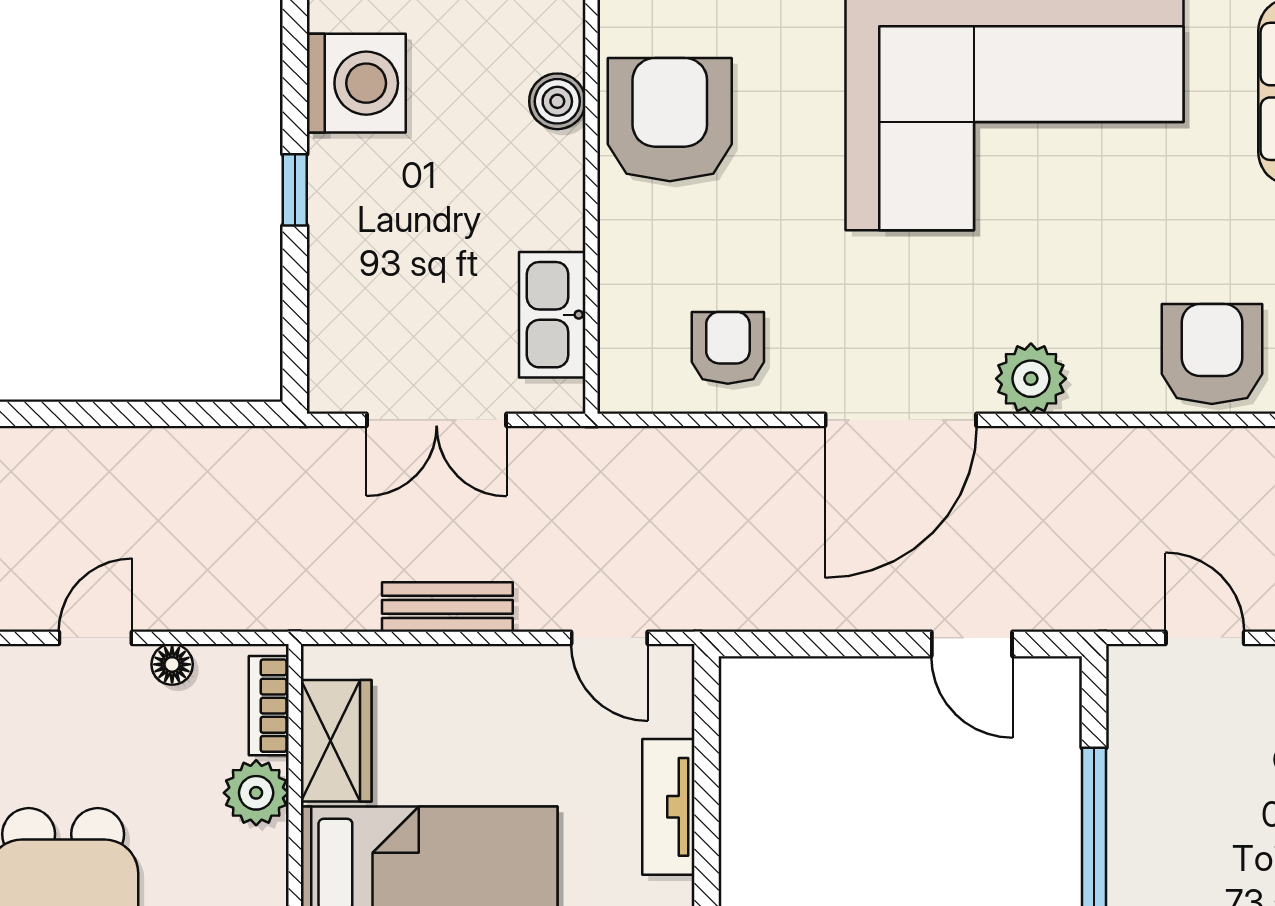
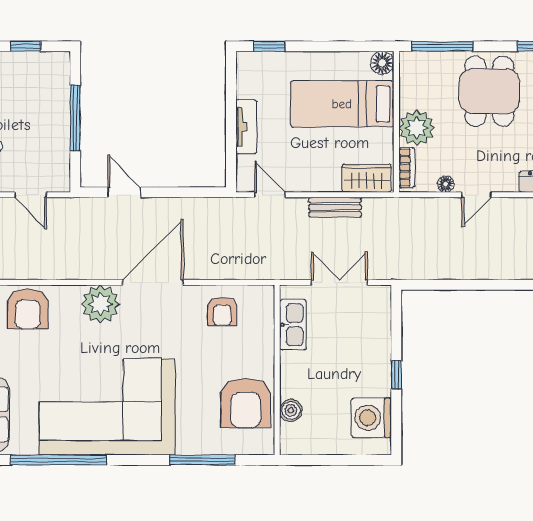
plant: (1031, 379) -> (100, 304), width x1.36, depth x1.36
wardrobe: (336, 741) -> (367, 178), moved, turned 90
plant: (256, 793) -> (417, 128), width x1.36, depth x1.36

